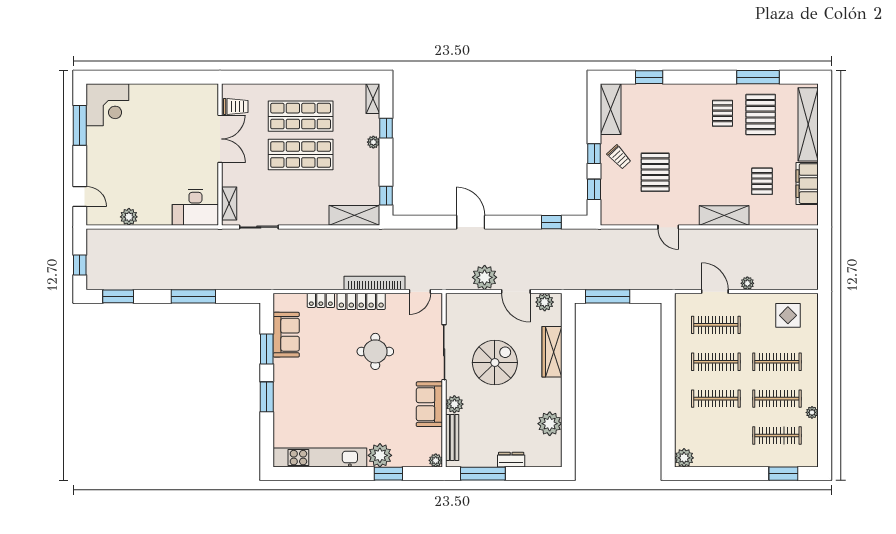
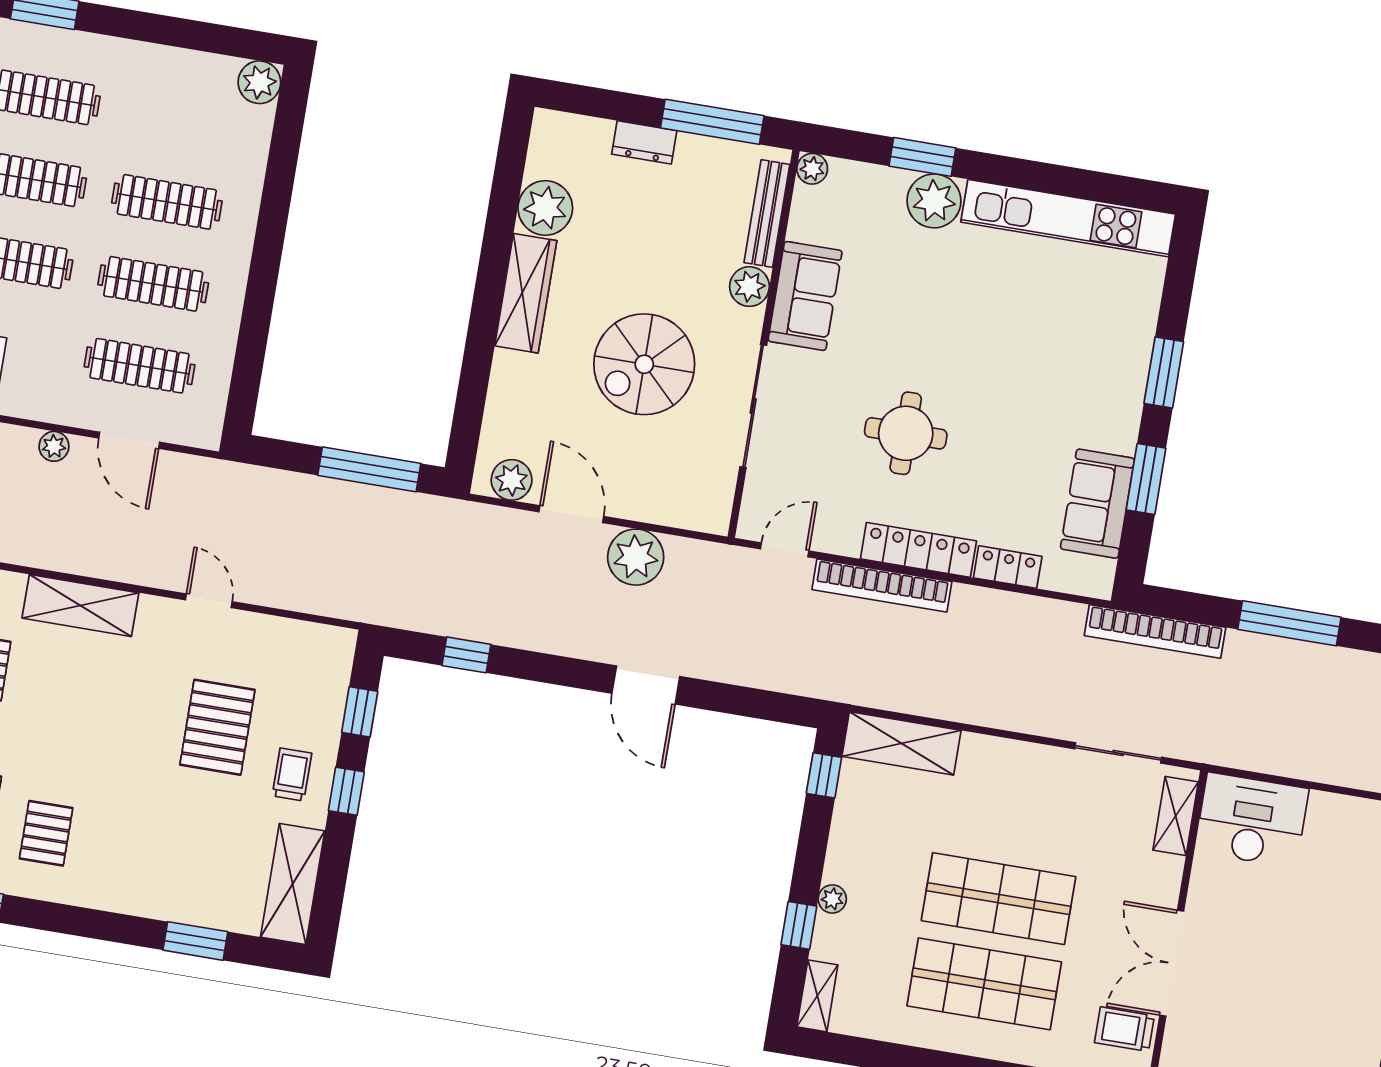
trolley: (619, 157) -> (292, 774), turned 43
bookcase: (252, 283) -> (1155, 631), added
wardrobe: (552, 352) -> (526, 293), moved

